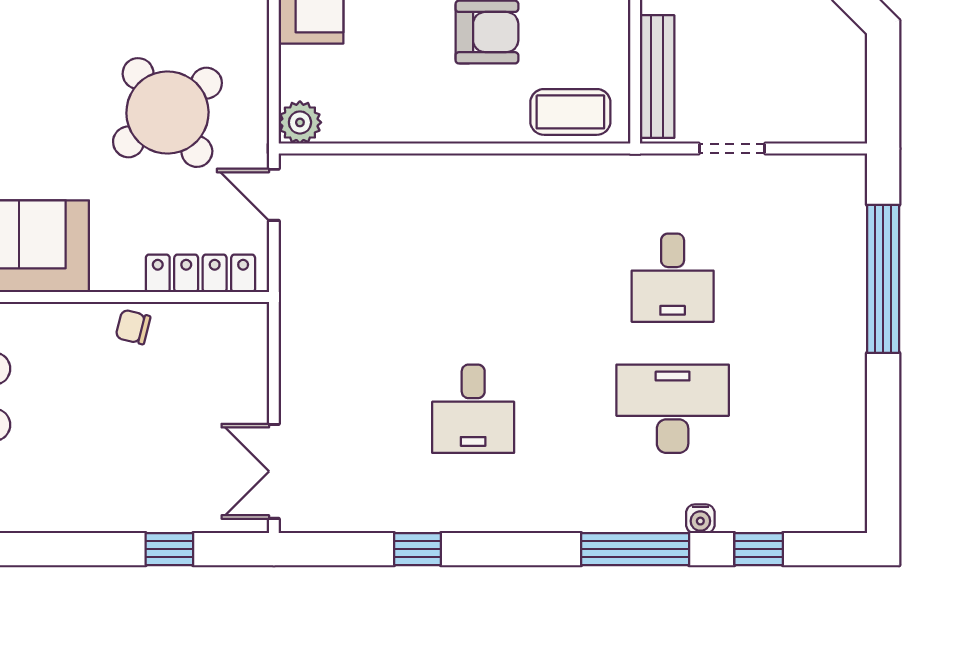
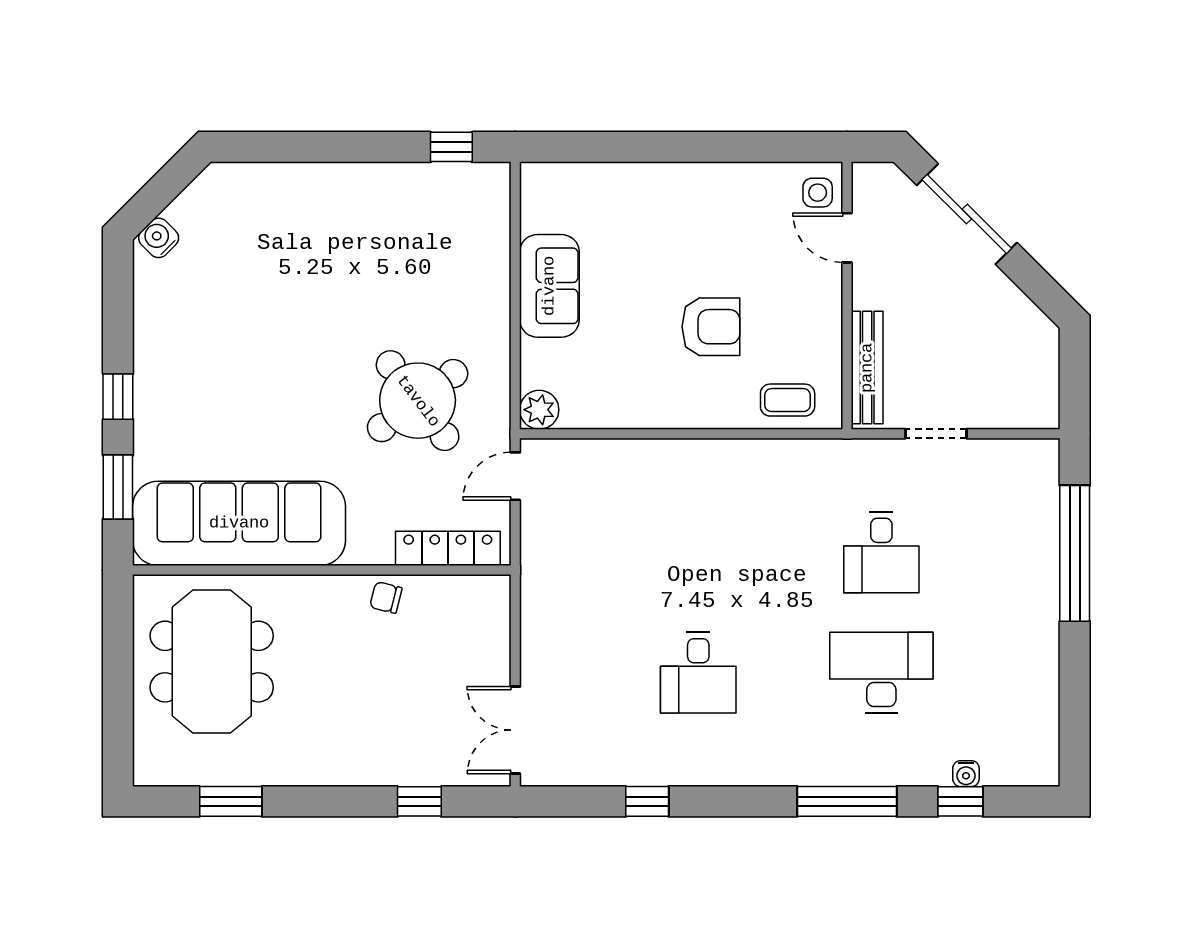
coffee table: (570, 112) -> (788, 400), width x0.73, depth x0.77
door: (274, 195) -> (515, 476), hinge flipped
water cooler: (700, 519) -> (966, 774), moved

